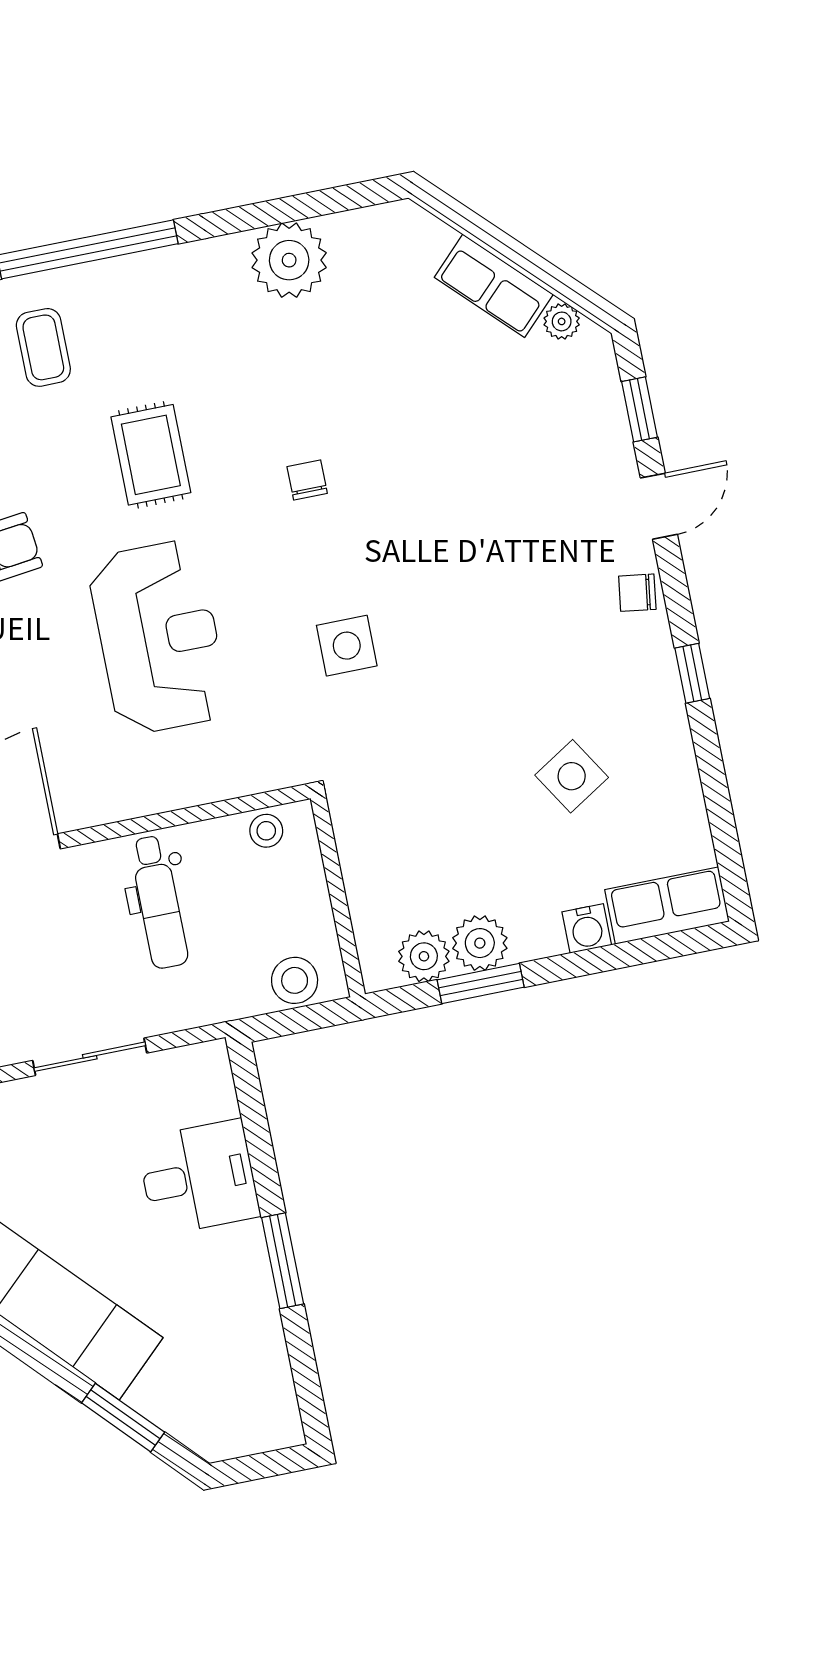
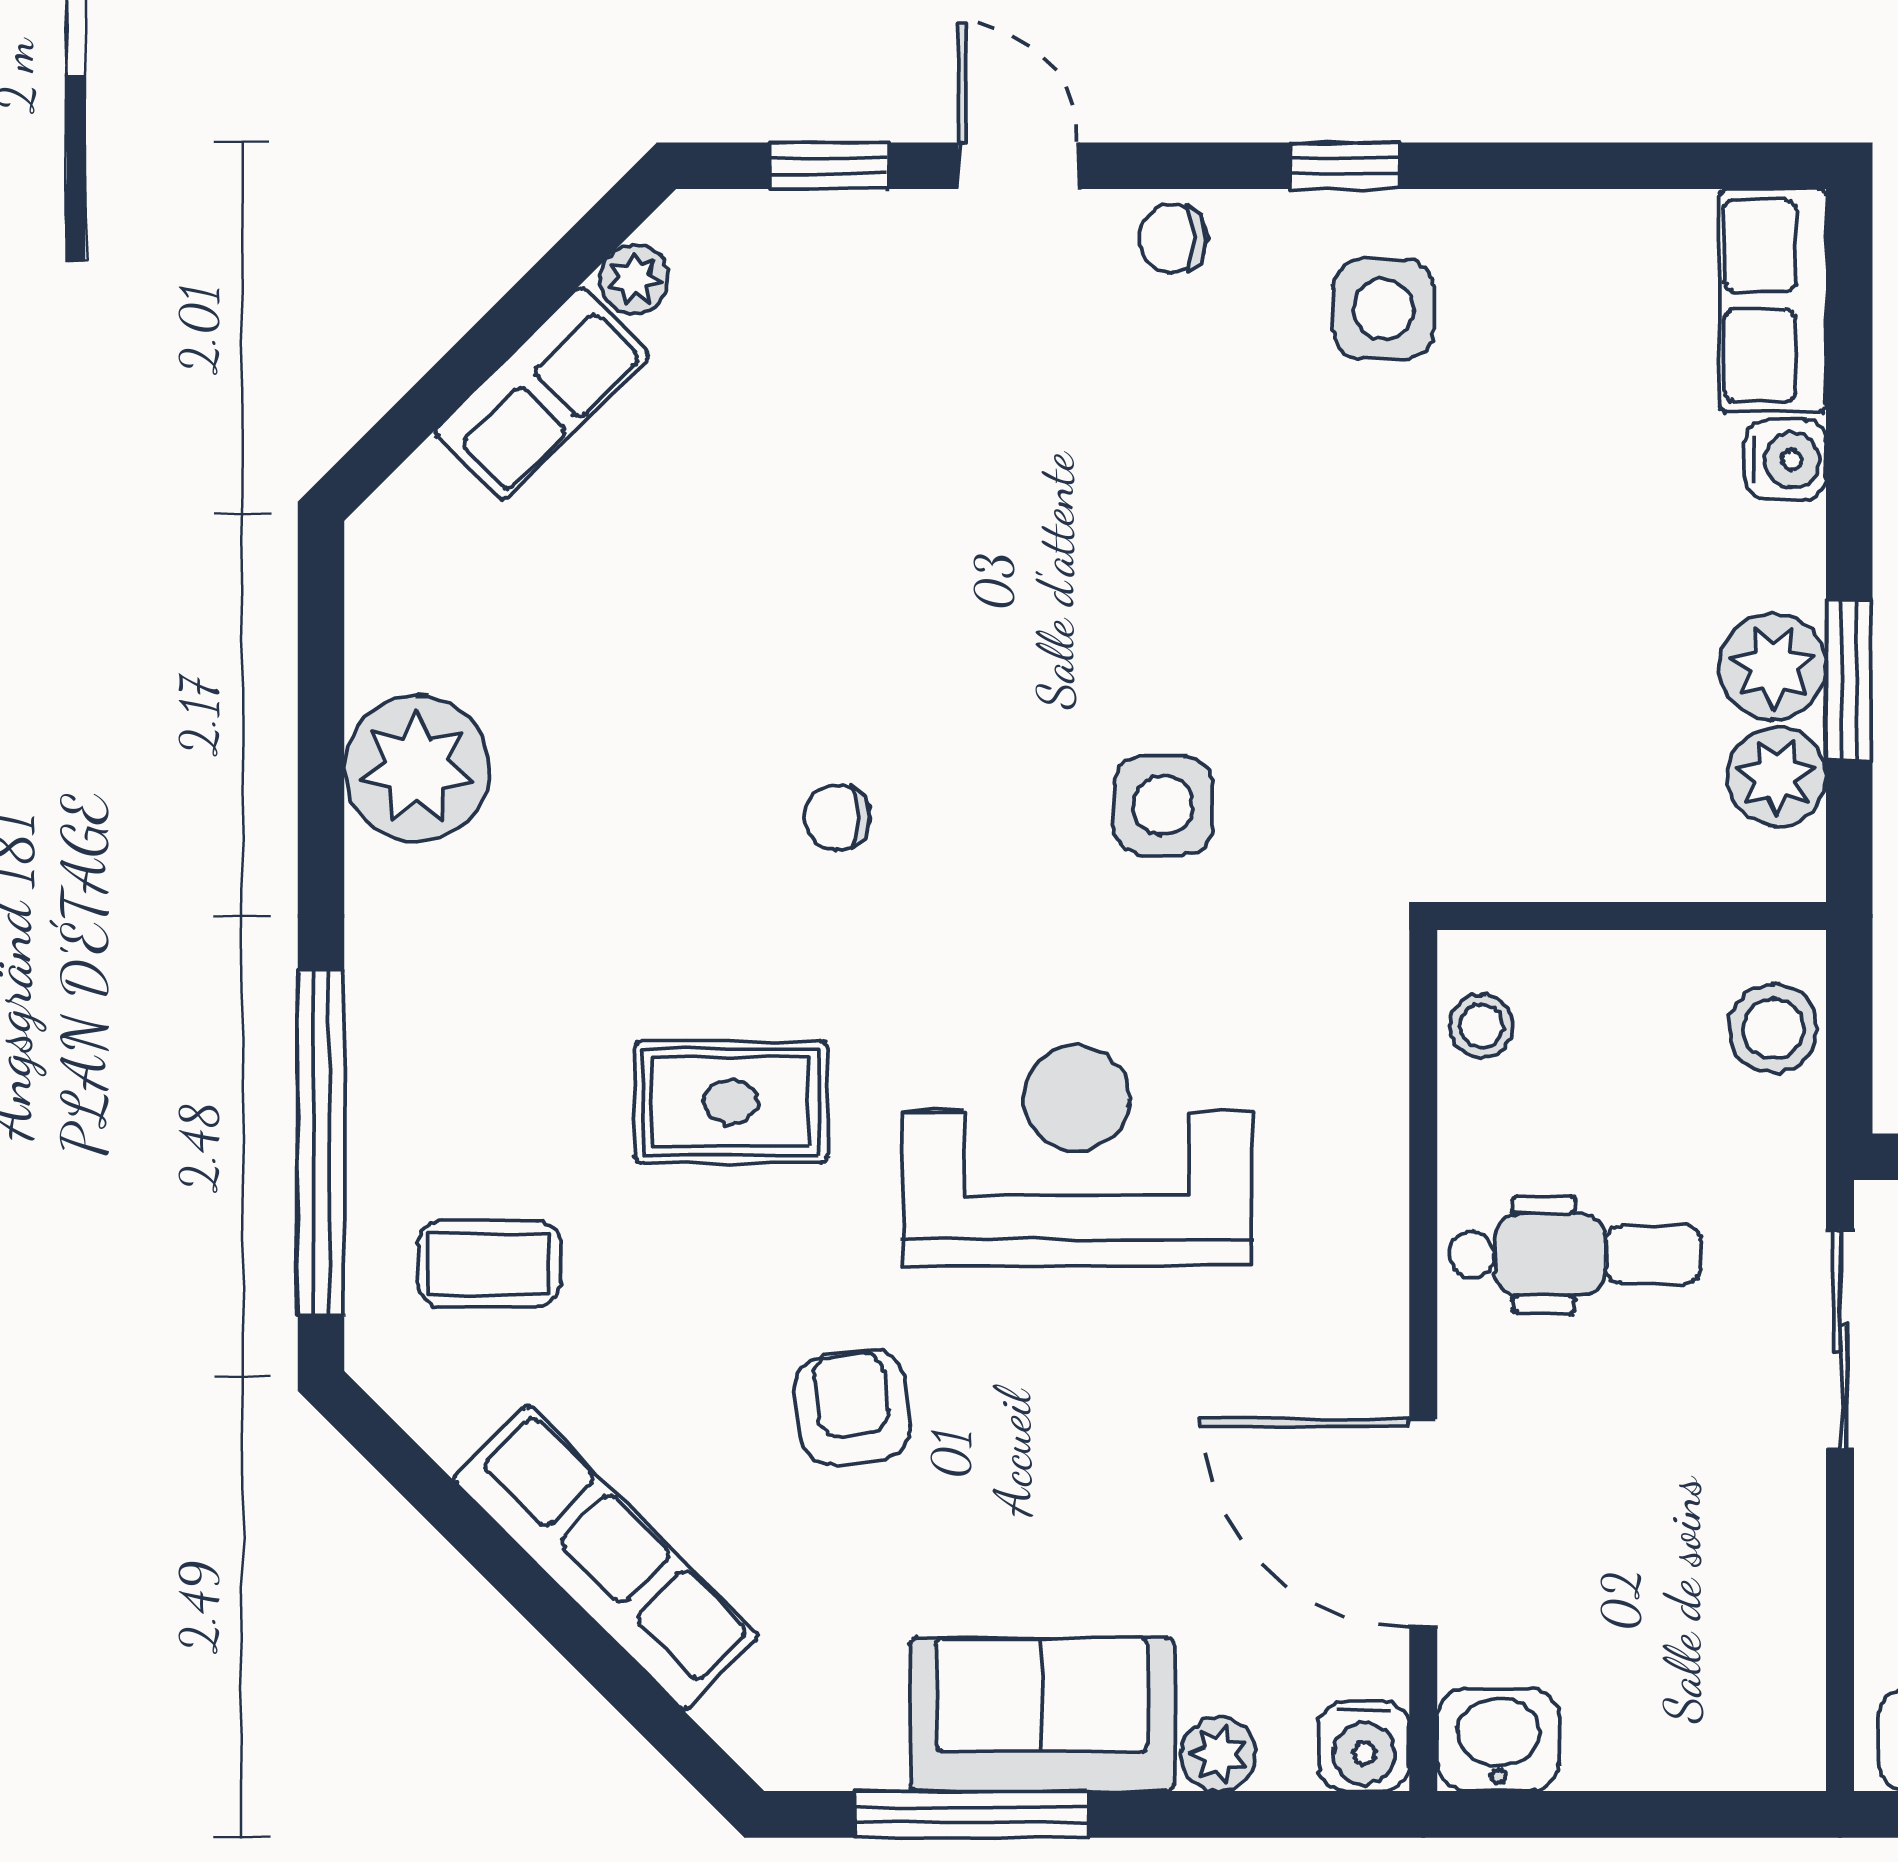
chair: (637, 593) -> (1173, 239), turned 82
side table: (572, 776) -> (1383, 309), moved, turned 32
sliding door: (90, 1057) -> (1840, 1339), moved

